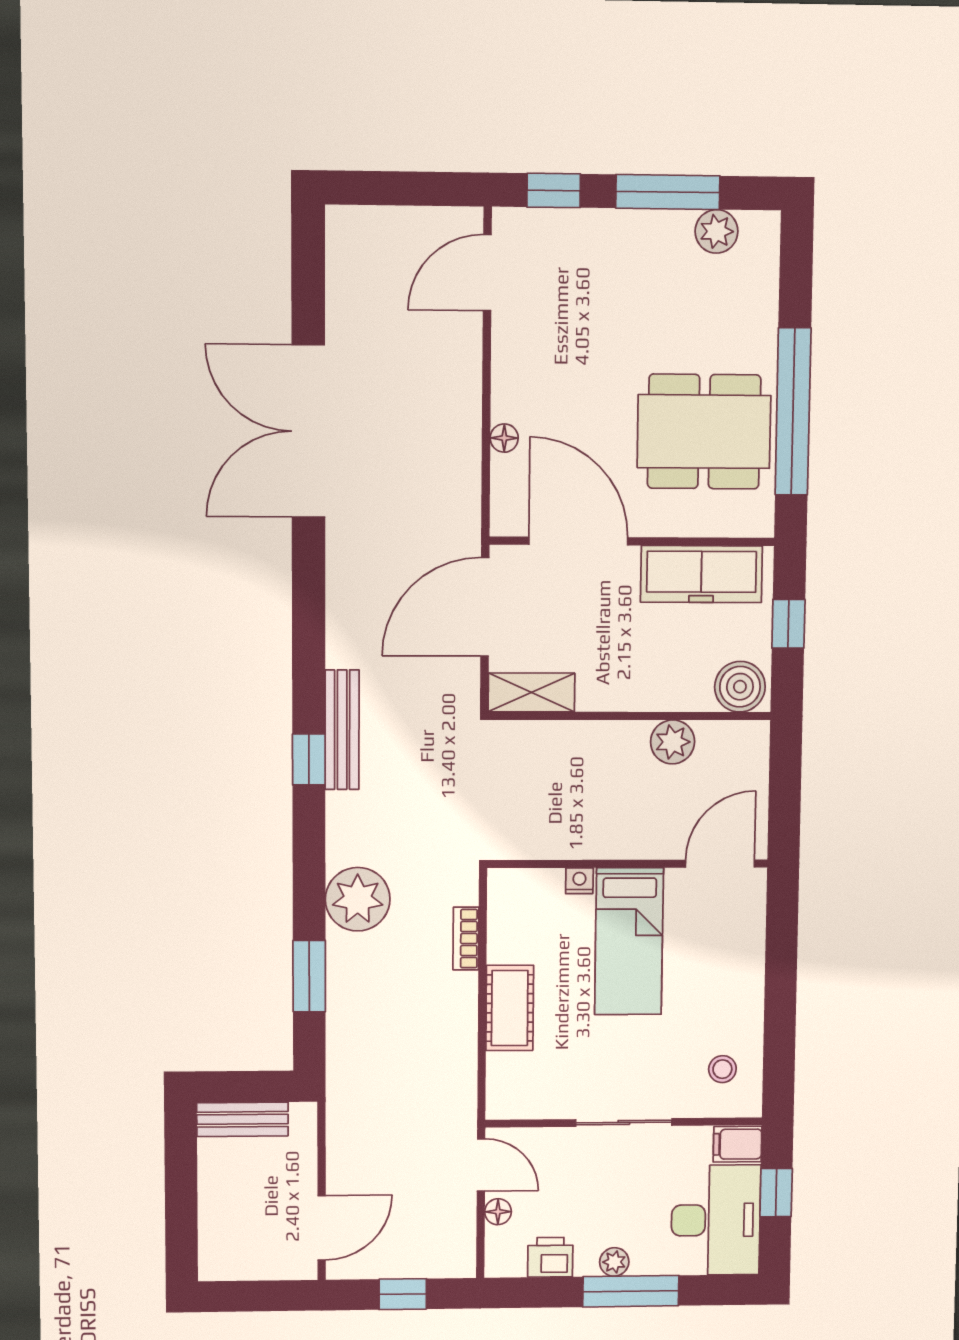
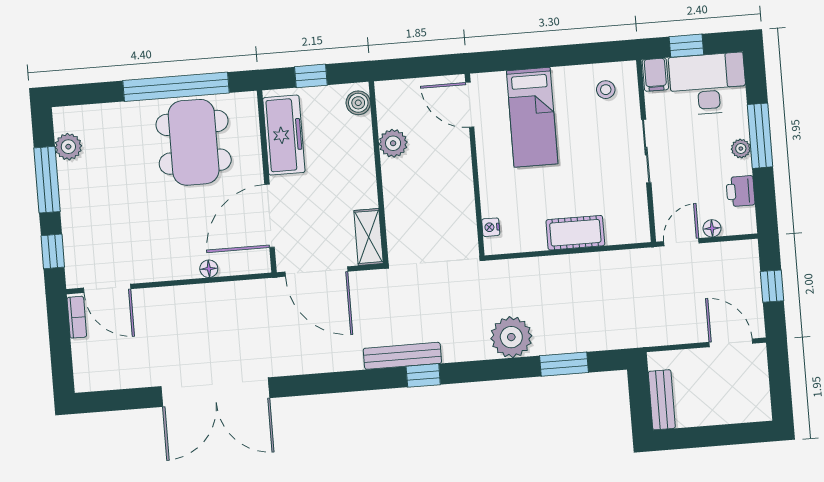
boiler: (740, 687) -> (358, 103), width x0.73, depth x0.73
nightstand: (579, 881) -> (491, 227), moved
bookcase: (466, 939) -> (77, 317), moved, turned -90
bed: (629, 941) -> (532, 117), moved, turned 90

